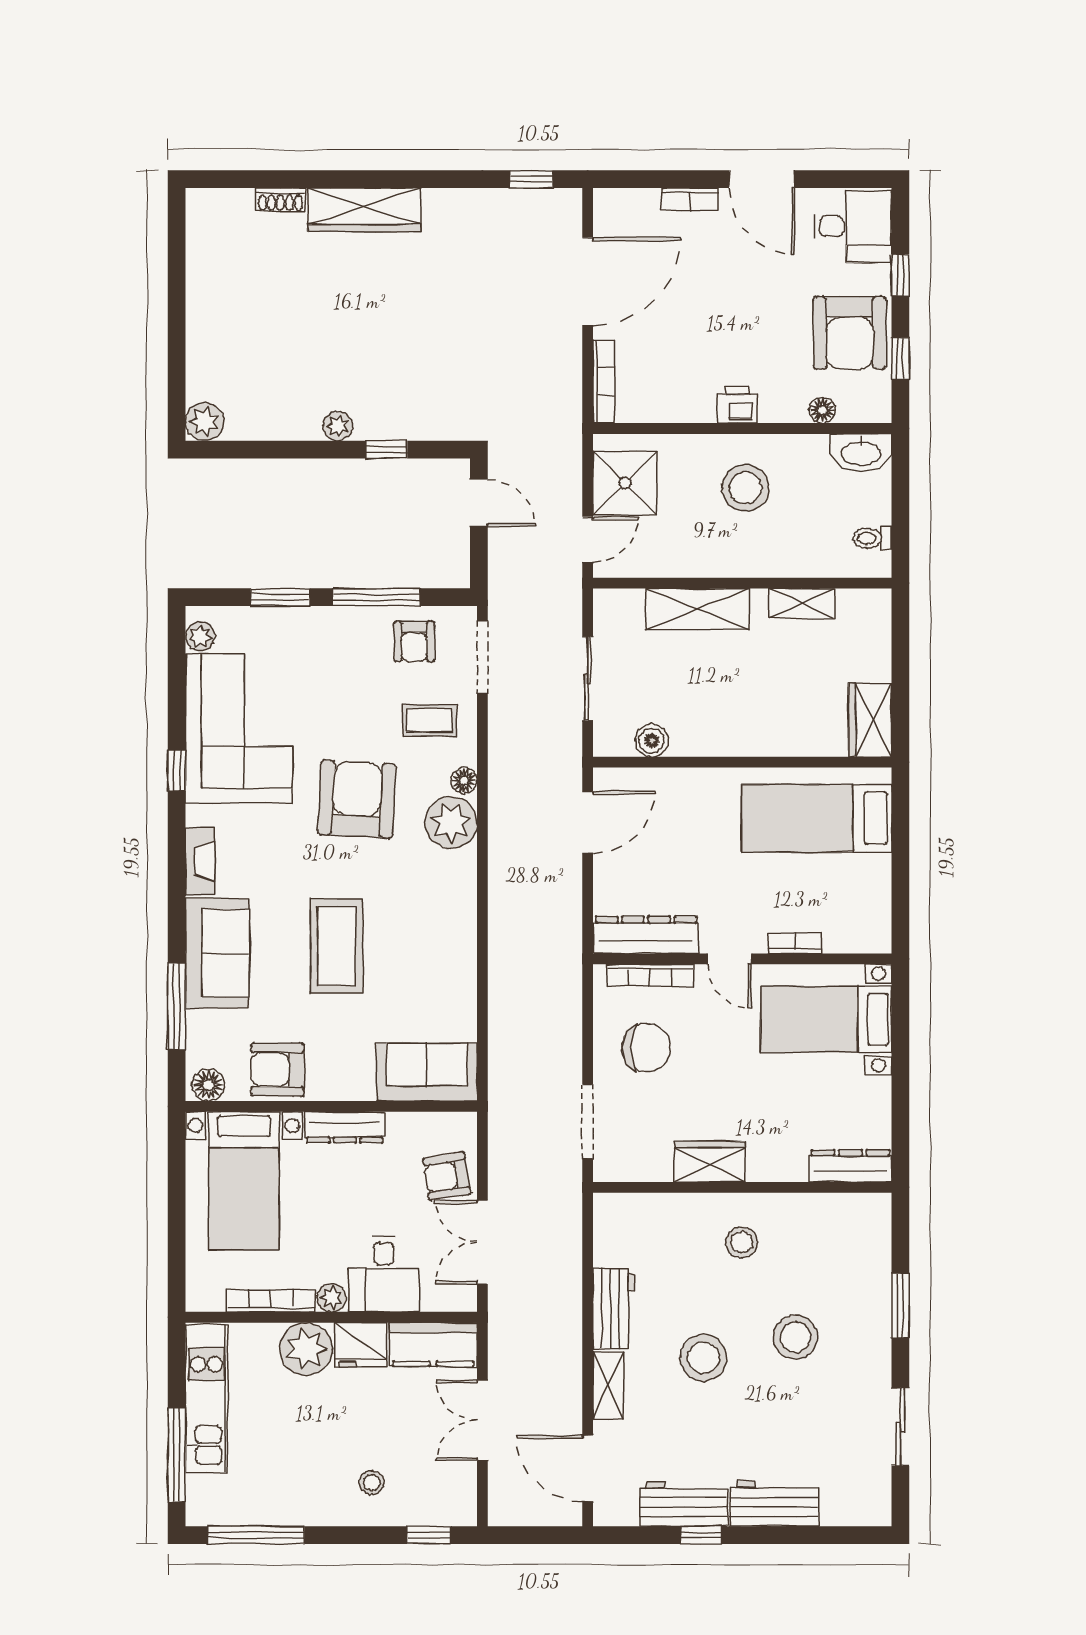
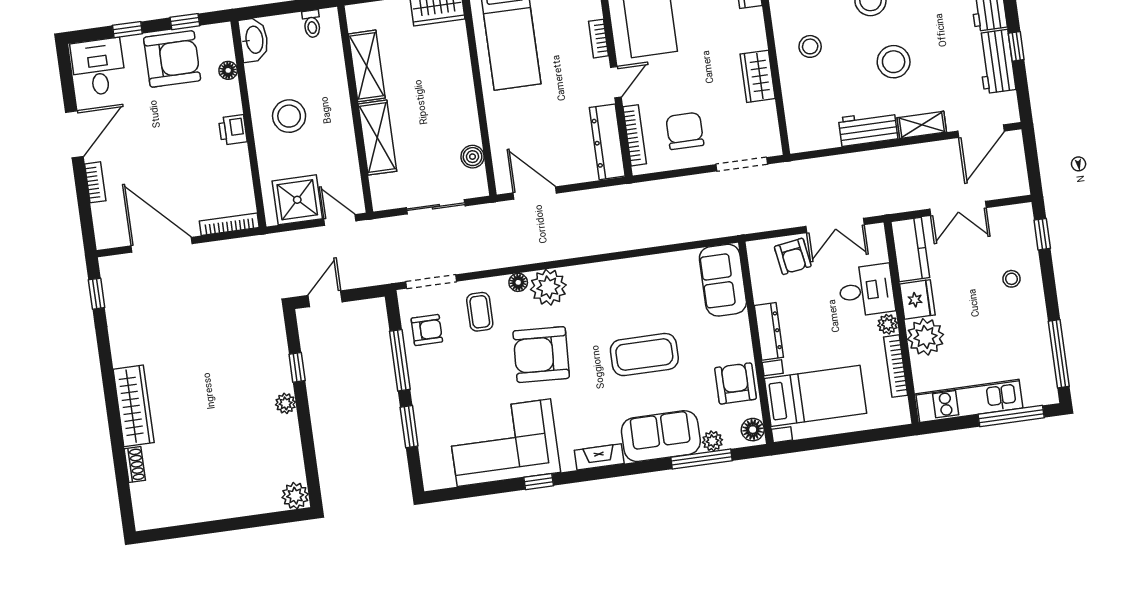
shelving: (801, 603) -> (367, 66), width x1.50, depth x1.33
plant: (200, 636) -> (712, 441), moved
armchair: (277, 1070) -> (735, 383), turned 180

